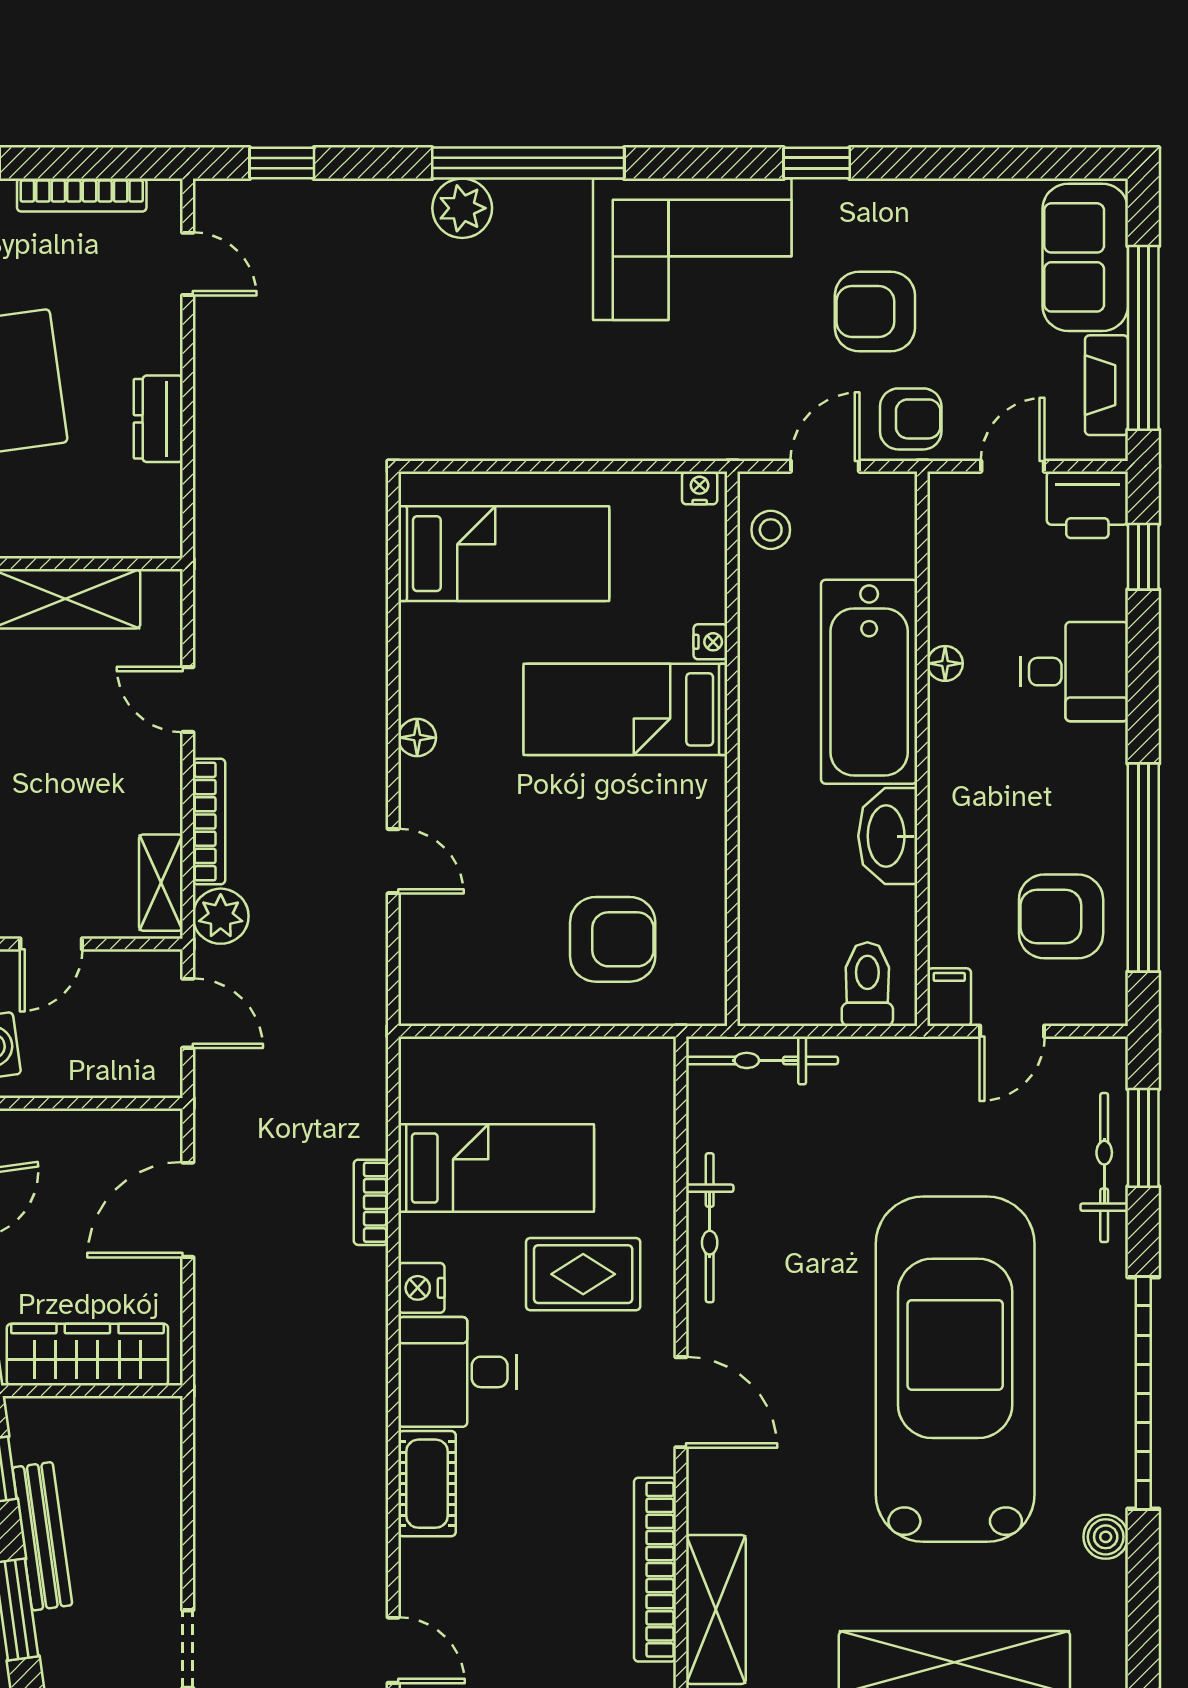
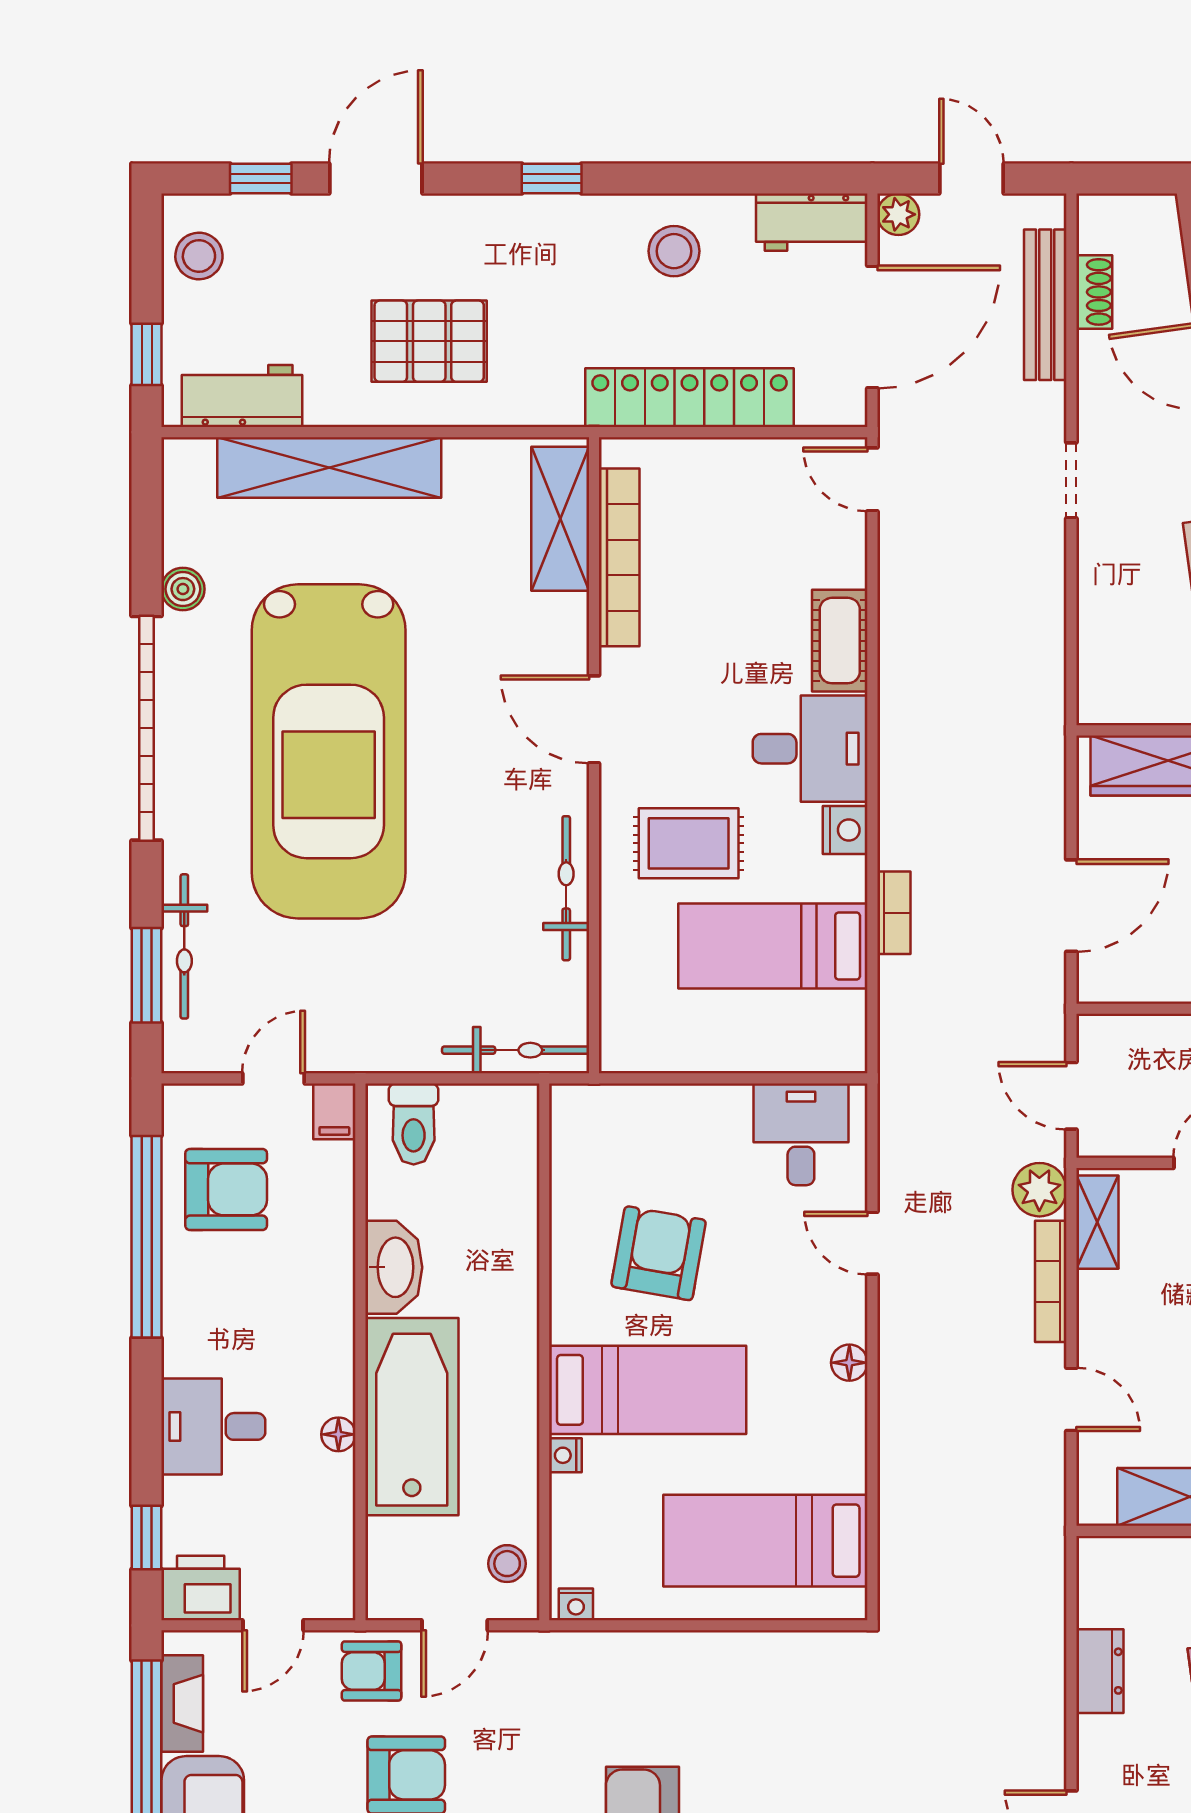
armchair: (613, 939) -> (659, 1253), moved, turned 100
desk: (467, 973) -> (801, 1134), added

